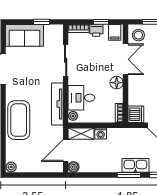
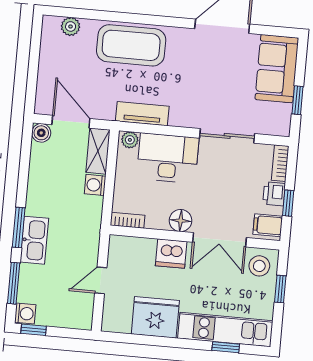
desk: (81, 98) -> (168, 158), width x1.37
tv unit: (57, 104) -> (142, 114), width x0.71
dishwasher: (136, 114) -> (171, 254), moved
plant: (11, 167) -> (71, 26), moved

